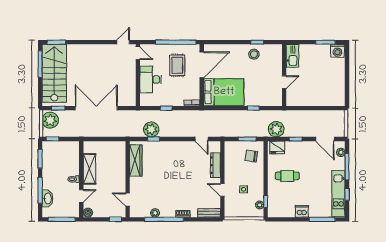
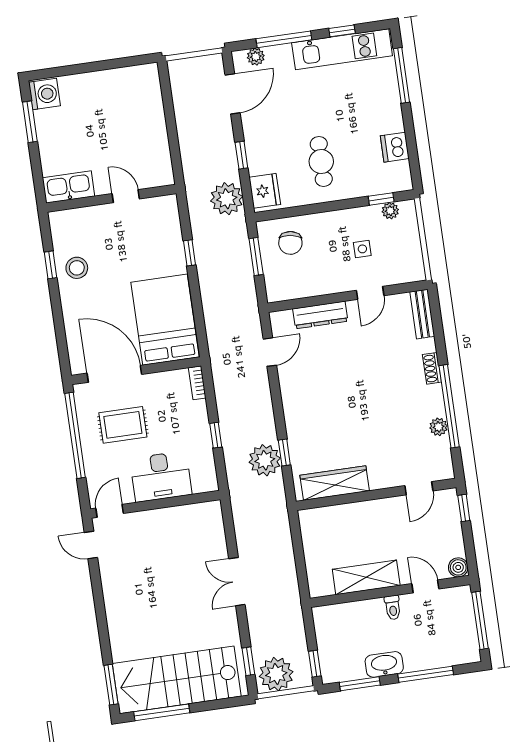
double door: (96, 108) -> (237, 582), width x0.54
washbasin: (47, 198) -> (384, 664), moved
dishwasher: (302, 211) -> (395, 147), moved

